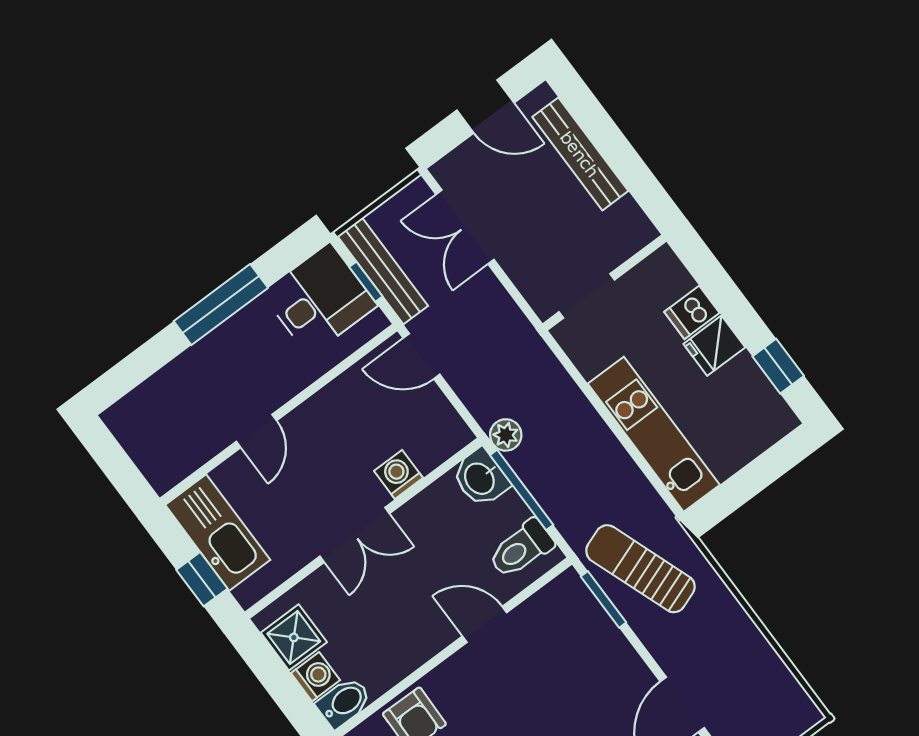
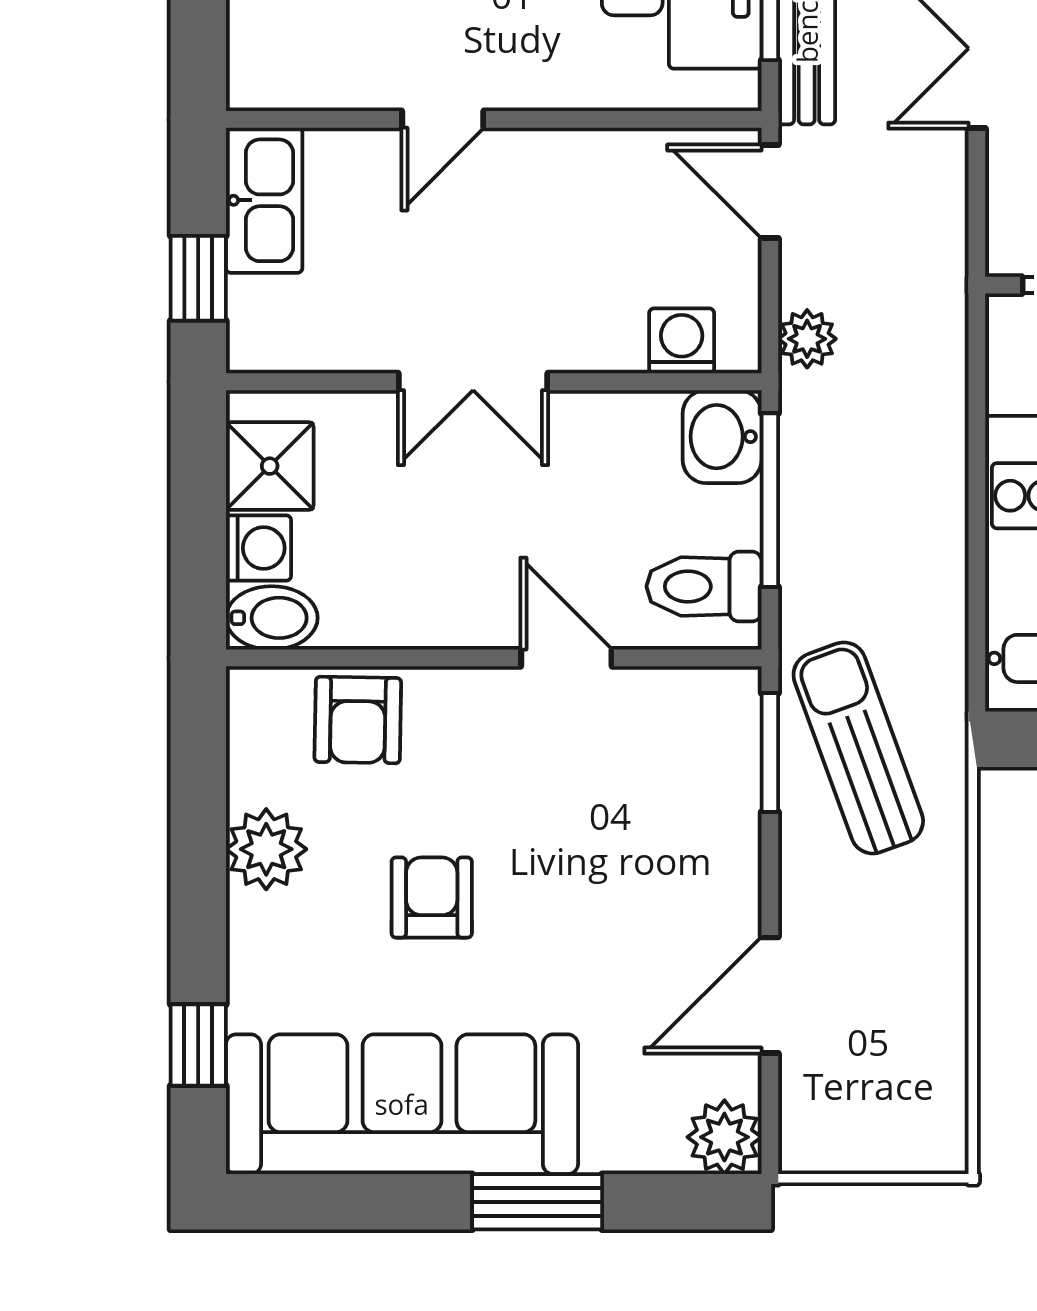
plant: (506, 435) -> (807, 339), moved
washing machine: (399, 474) -> (682, 341), moved
kitchen sink: (218, 532) -> (264, 200), width x0.73, depth x0.81

